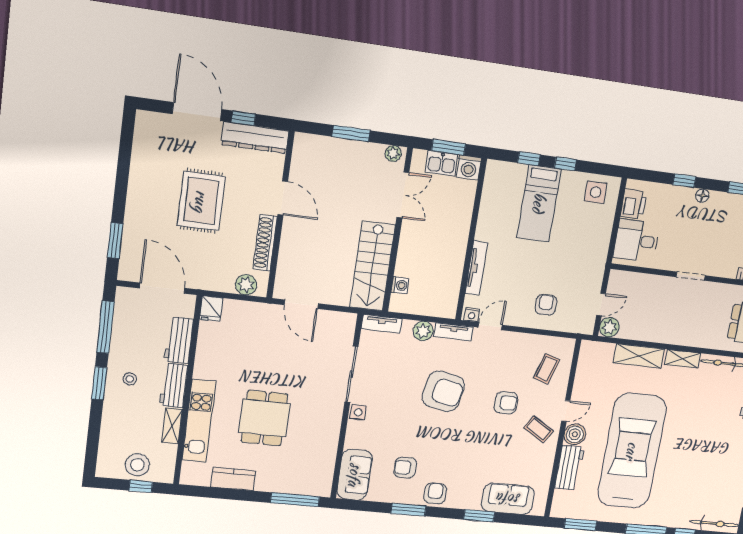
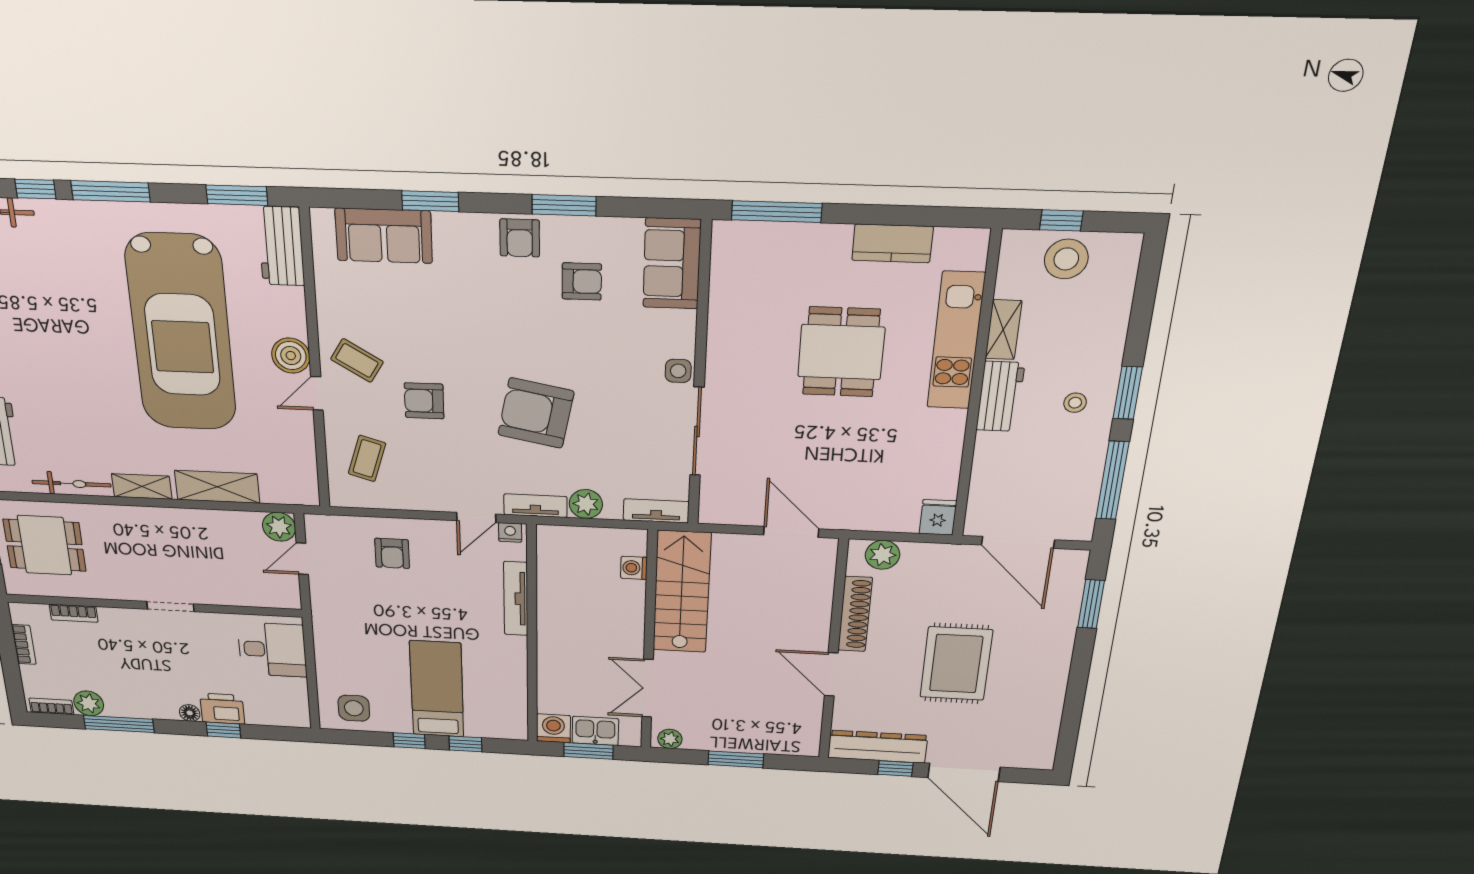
printer: (634, 204) -> (222, 709), moved, turned 90
workbench: (179, 340) -> (991, 467), removed
workbench: (569, 468) -> (281, 246), moved

